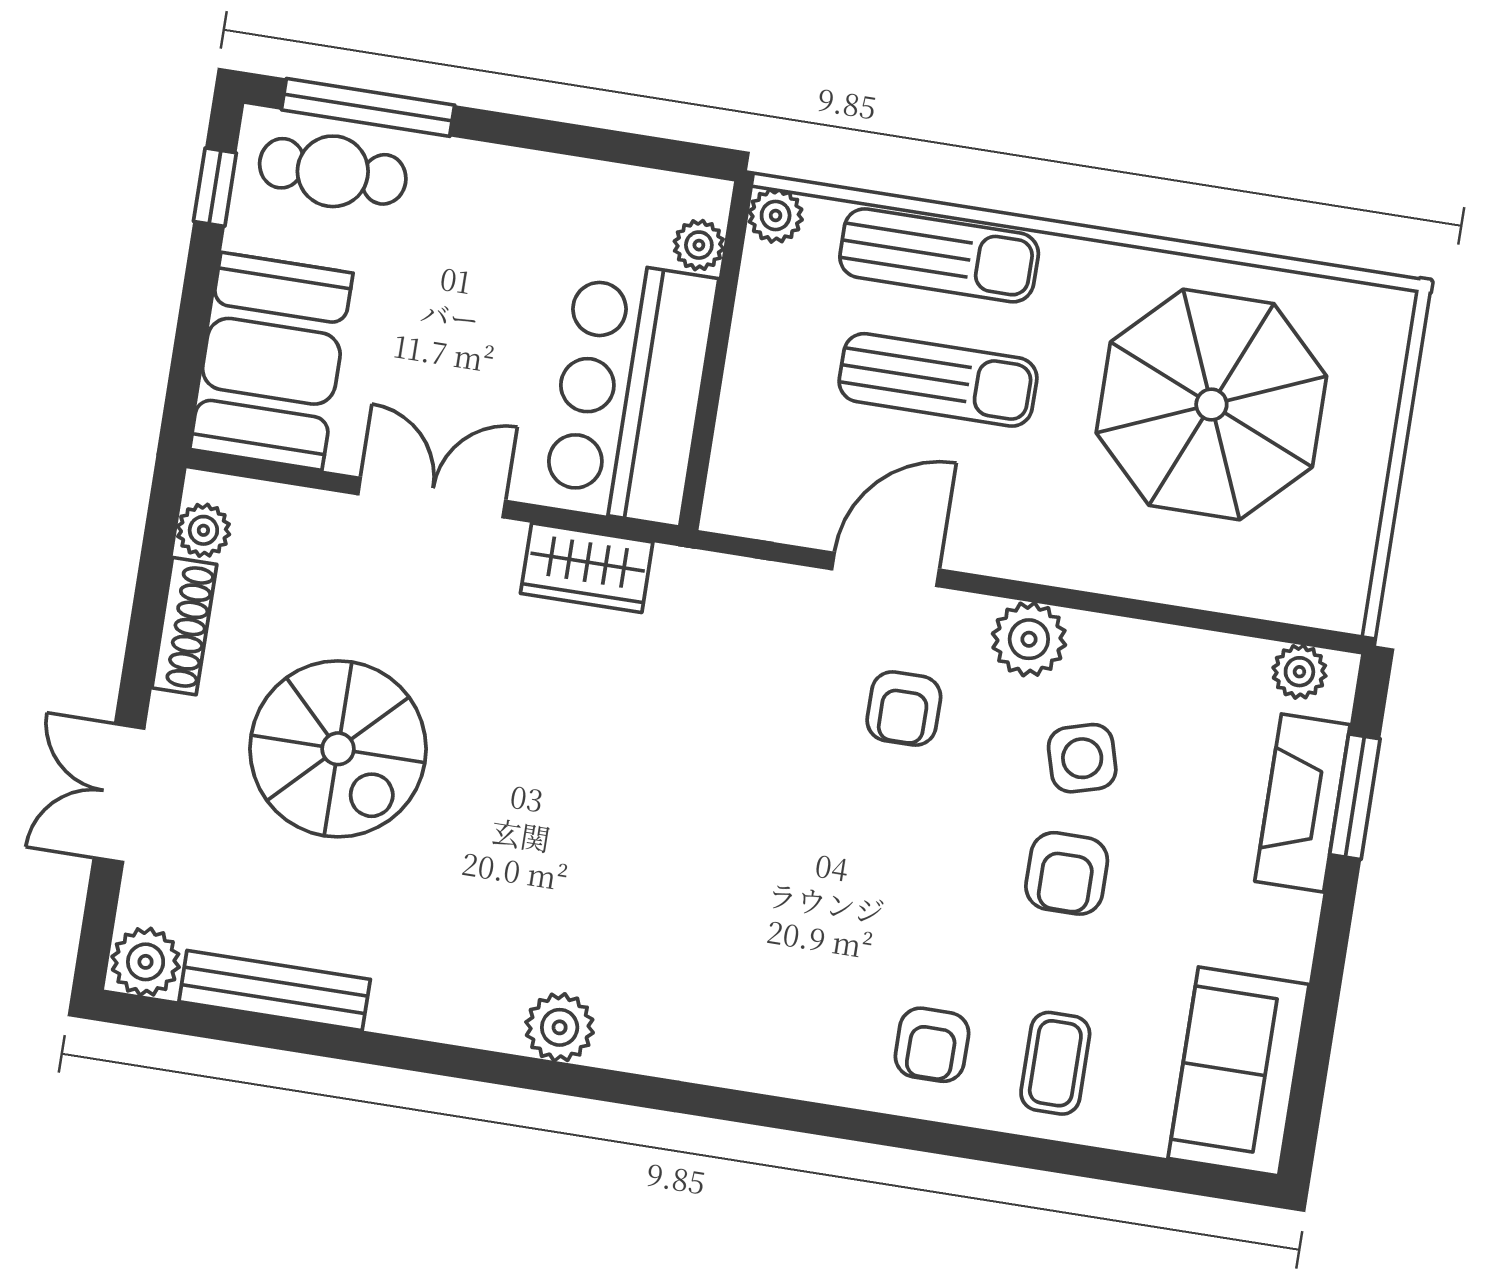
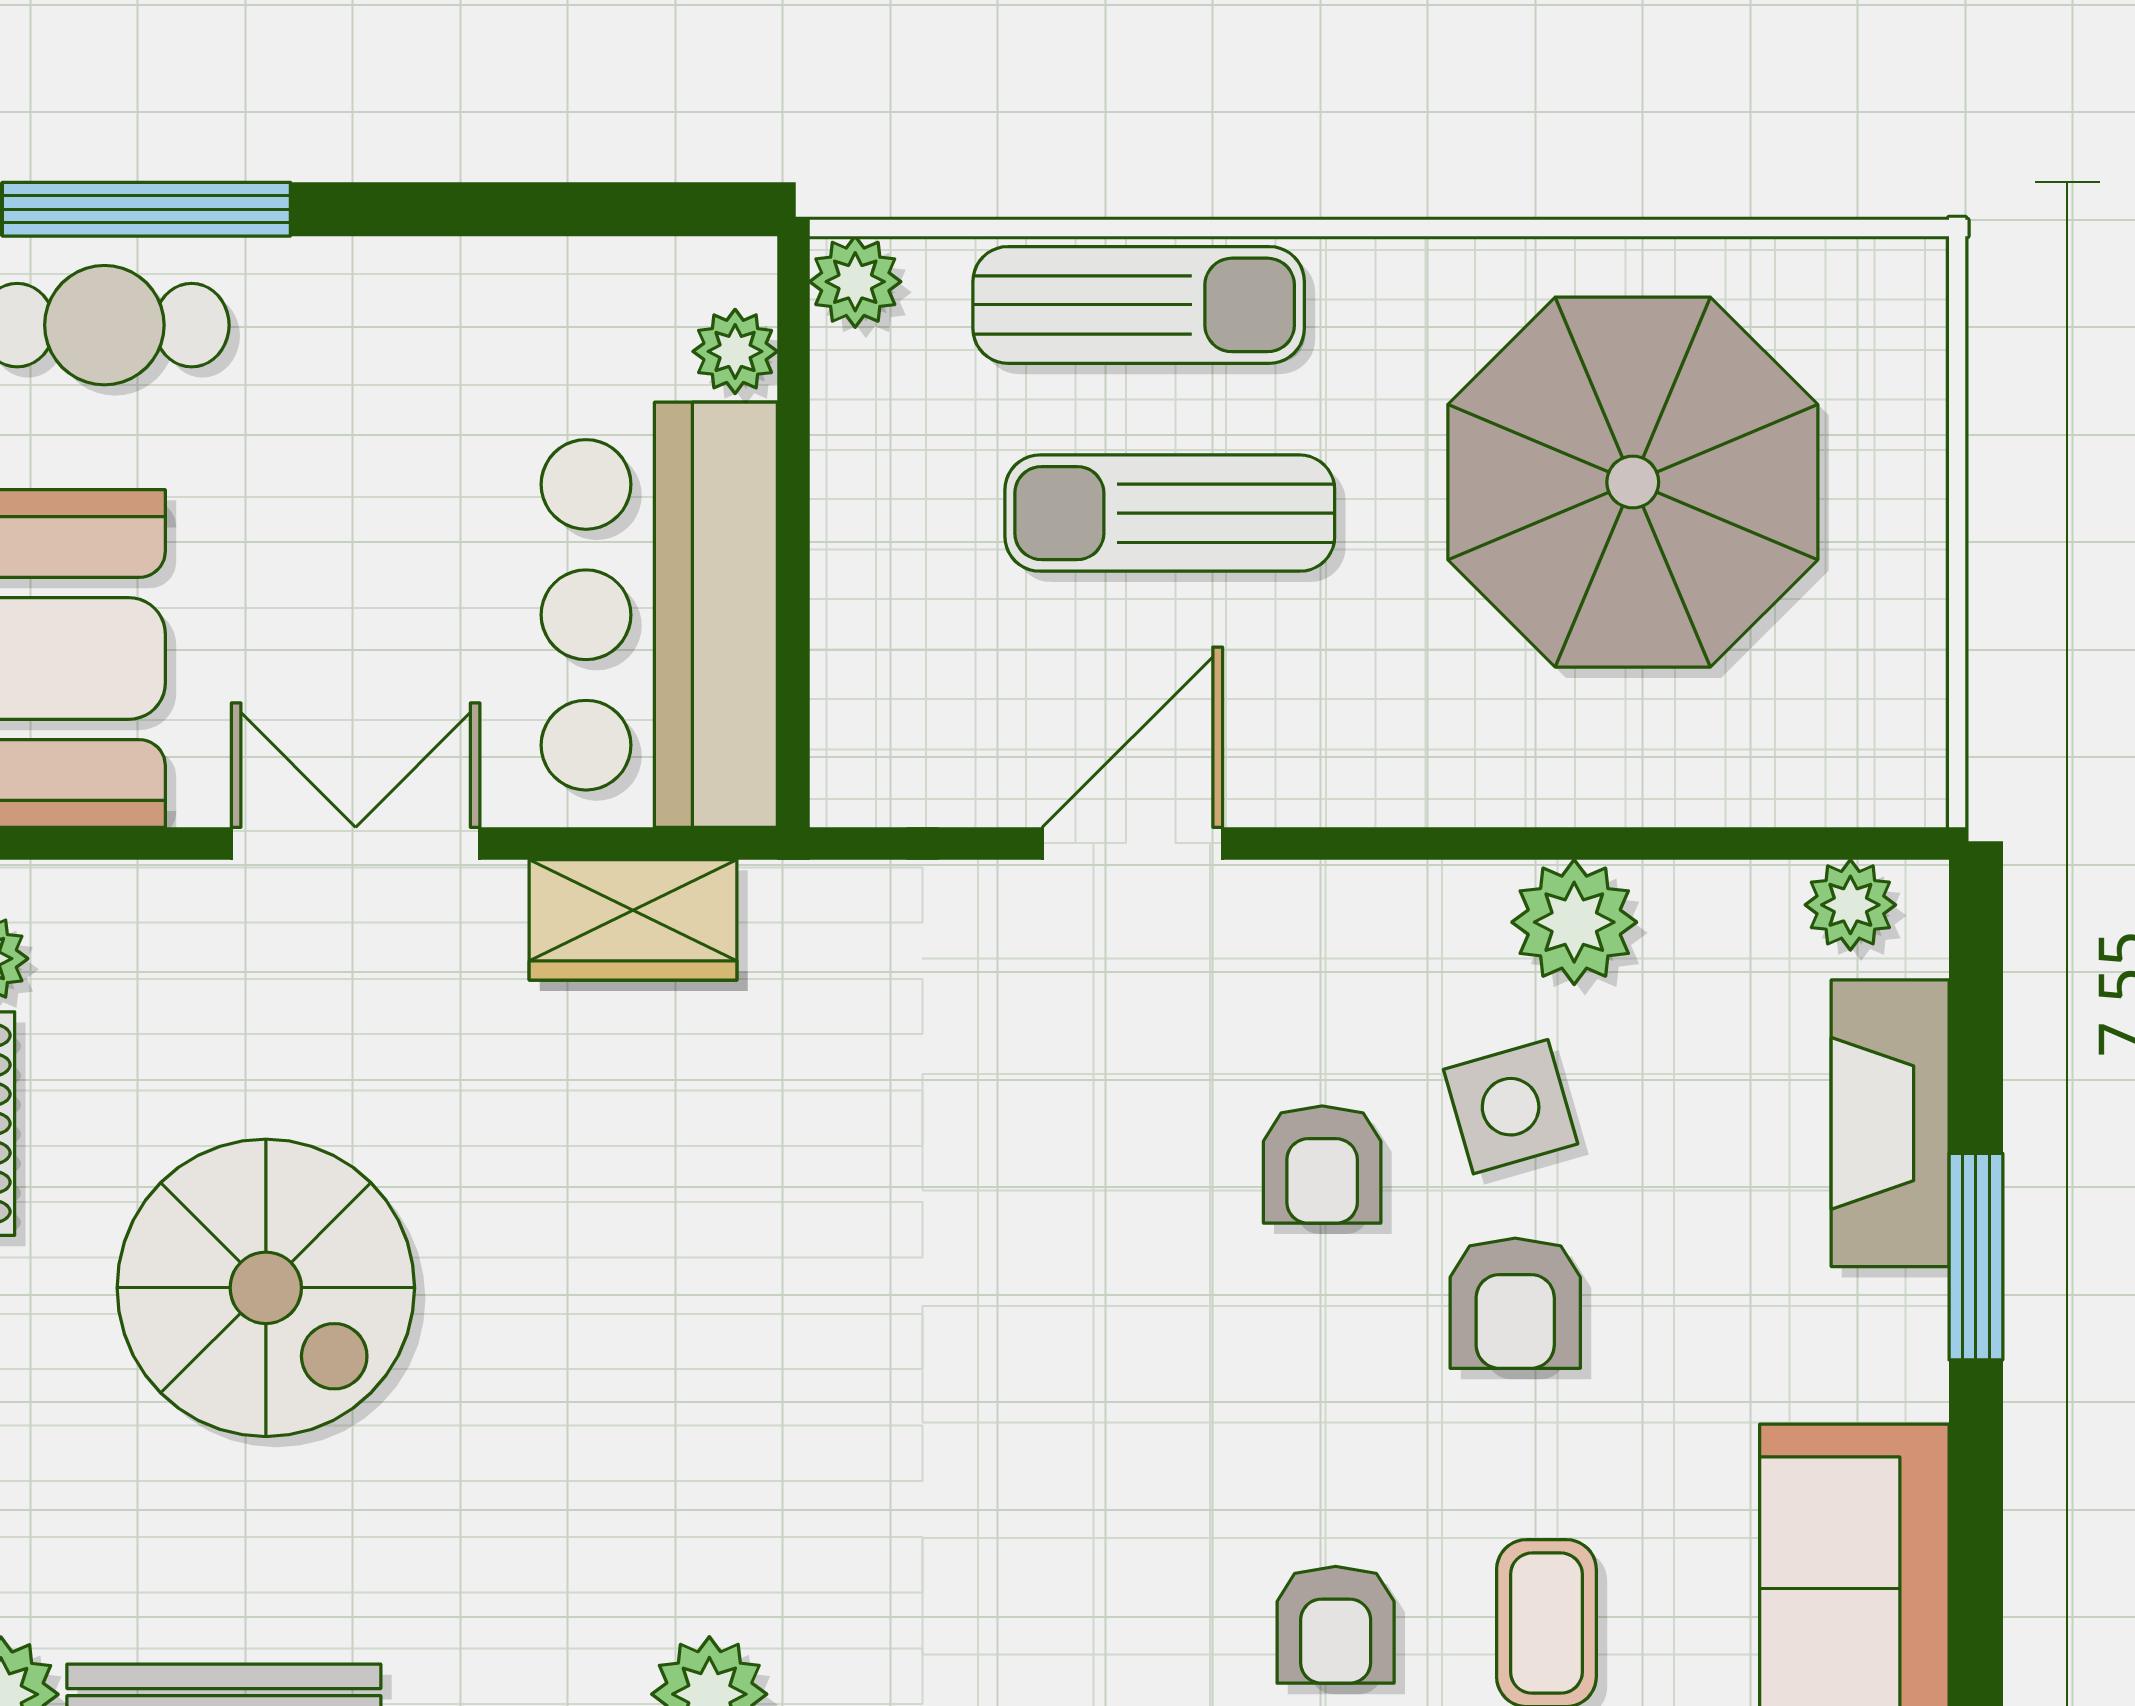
sun lounger: (938, 380) -> (1170, 513), turned 180
plant: (1029, 639) -> (1574, 922), moved
armchair: (904, 709) -> (1322, 1165), moved
window: (1355, 797) -> (1976, 1257), moved

